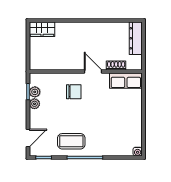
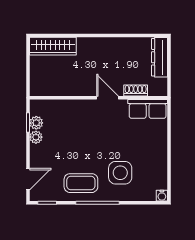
wardrobe: (42, 29) -> (53, 46), width x1.50
chair: (74, 92) -> (84, 123), removed
side table: (103, 133) -> (120, 173), added

